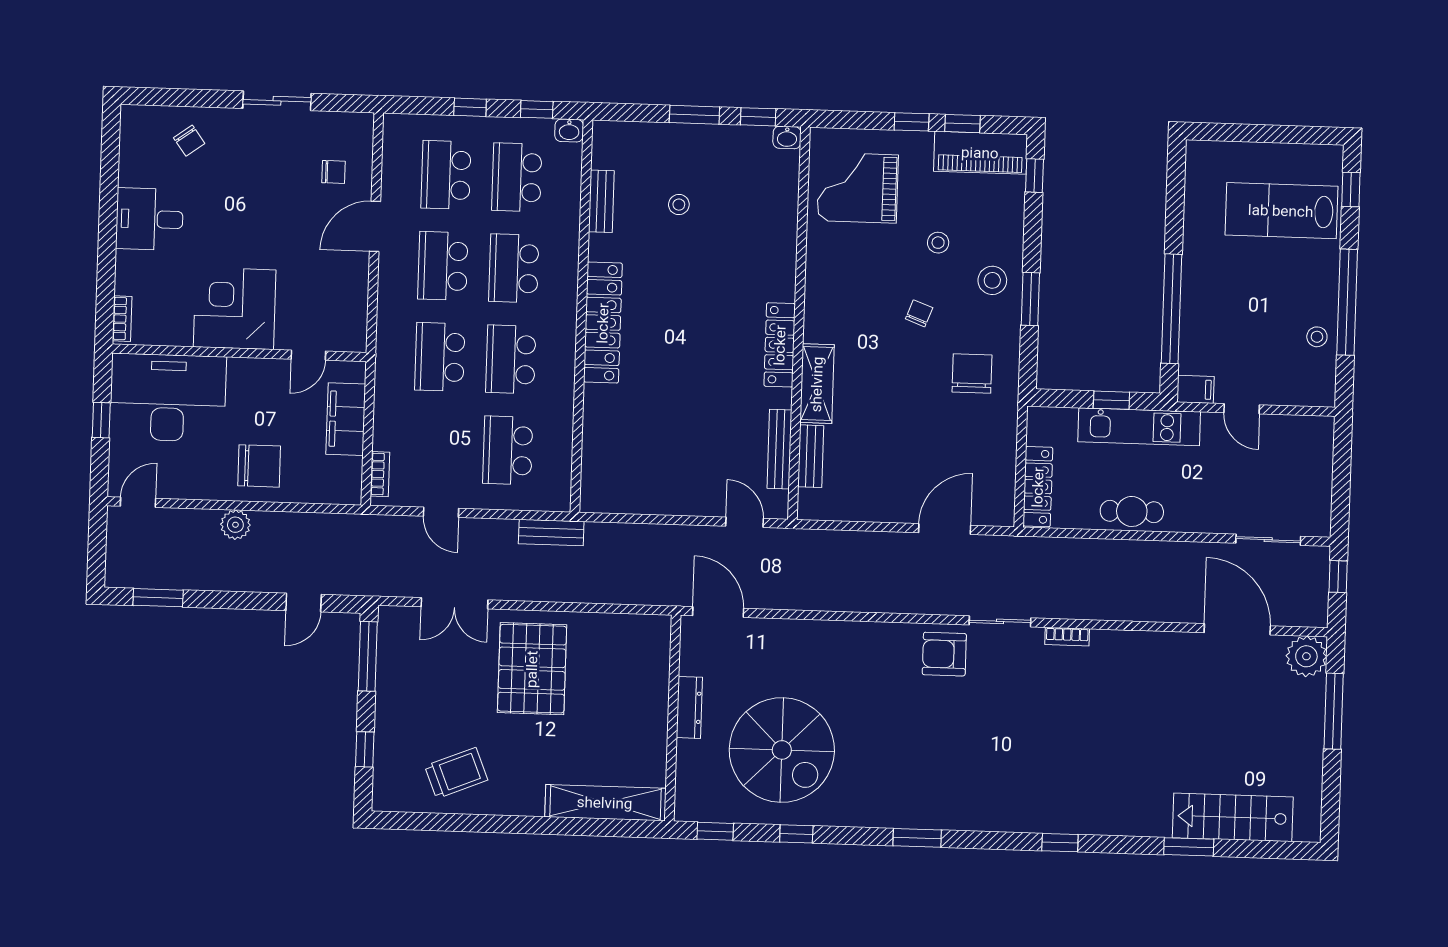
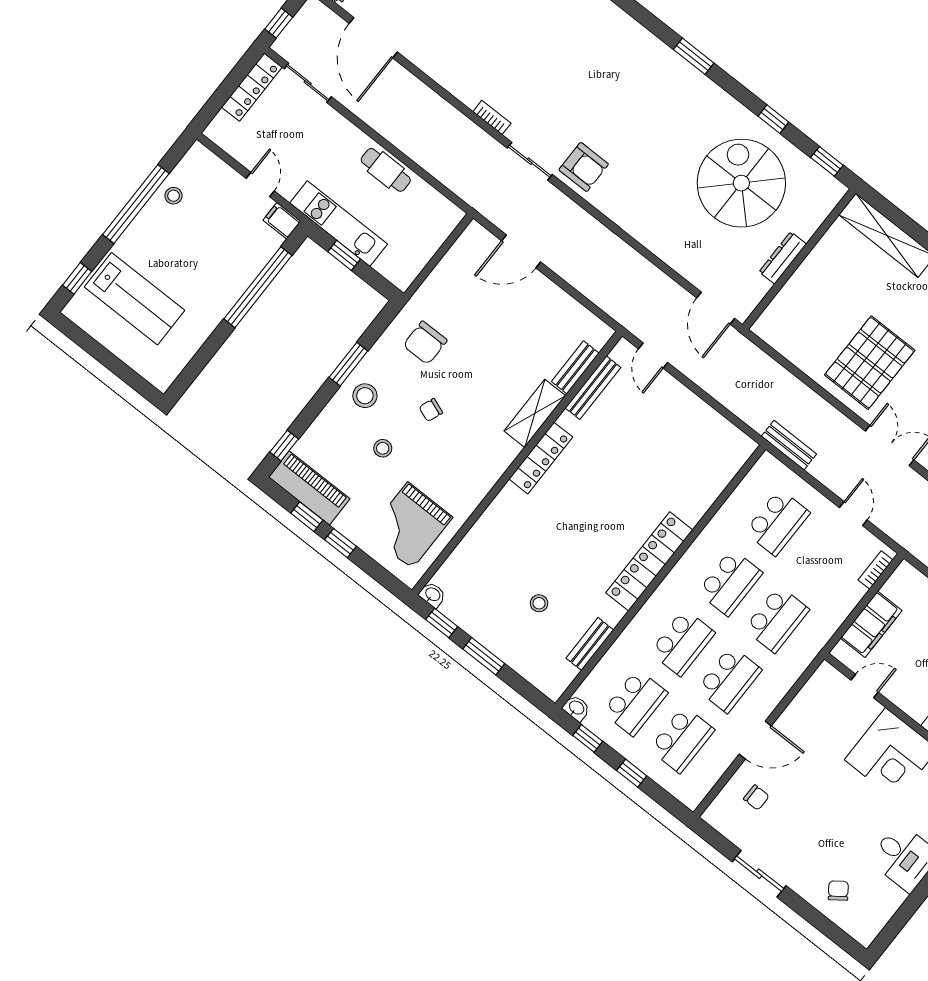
chair: (333, 172) -> (756, 797), turned 180
grand piano: (858, 188) -> (410, 525), turned 90
locker: (1038, 487) -> (252, 87), moved, turned 180

